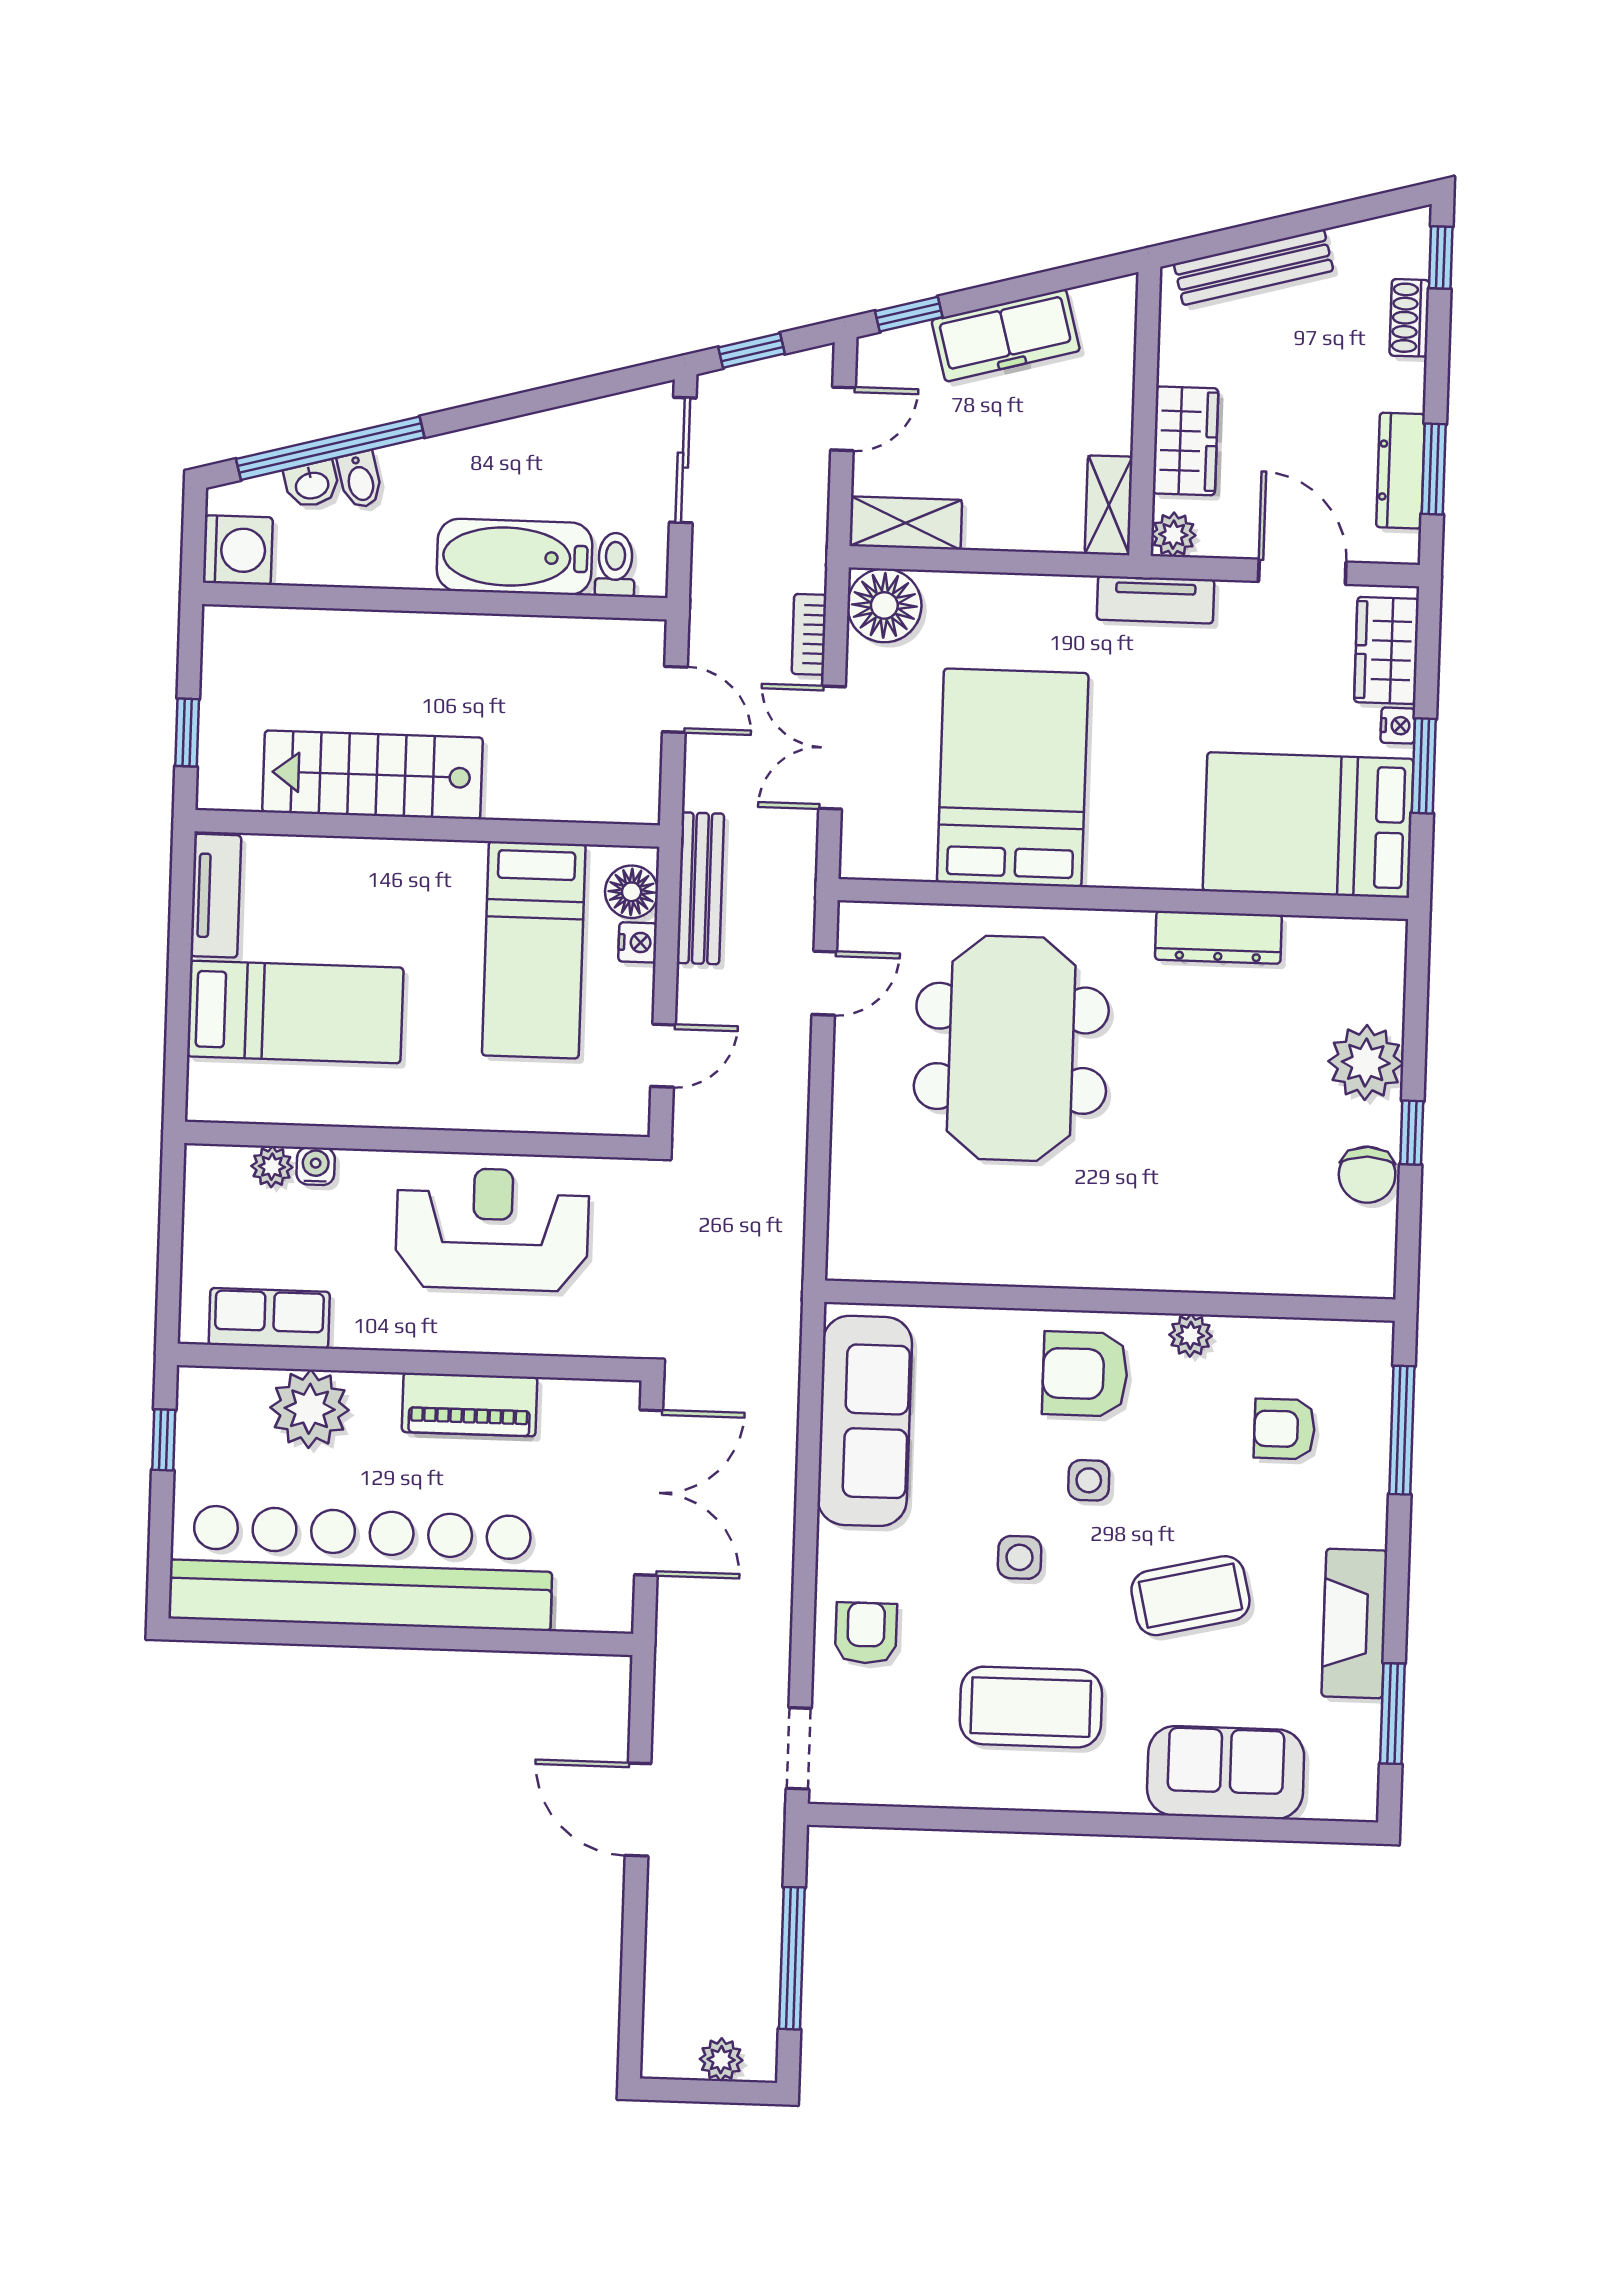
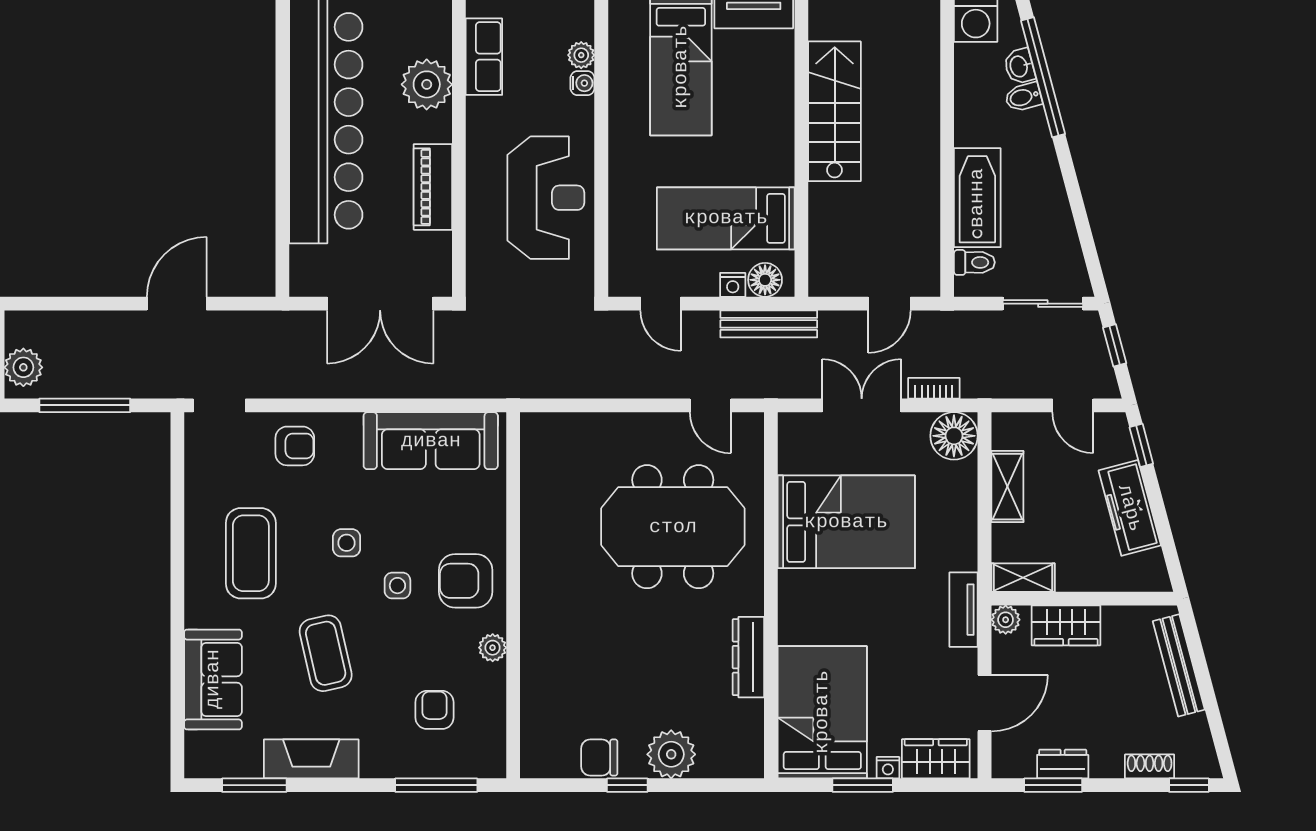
dresser: (1401, 471) -> (1063, 764), width x0.70
shelving: (906, 523) -> (1007, 487), moved
armchair: (1085, 1374) -> (466, 581), turned -90
plant: (721, 2060) -> (23, 367), width x1.38, depth x1.38

